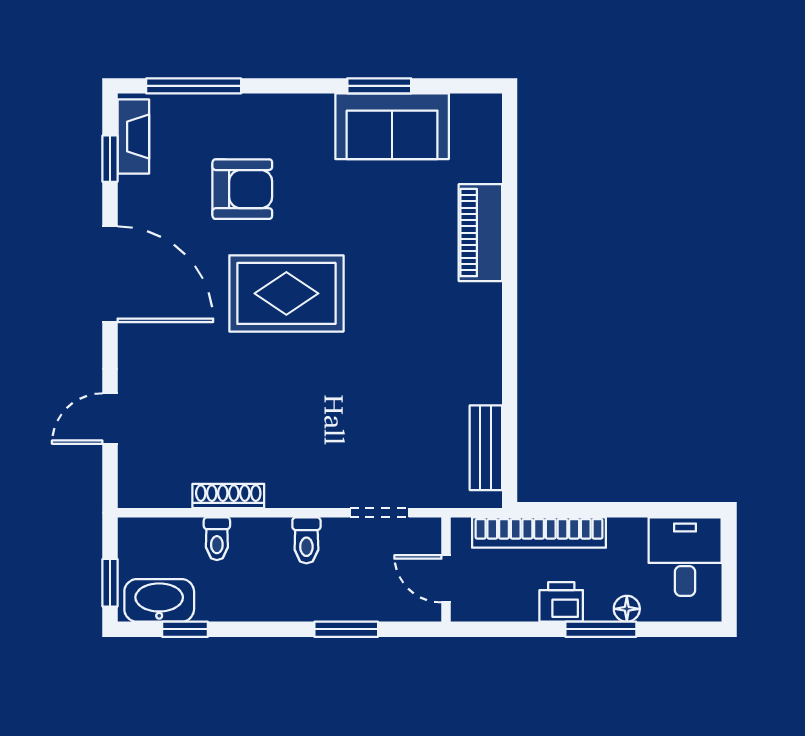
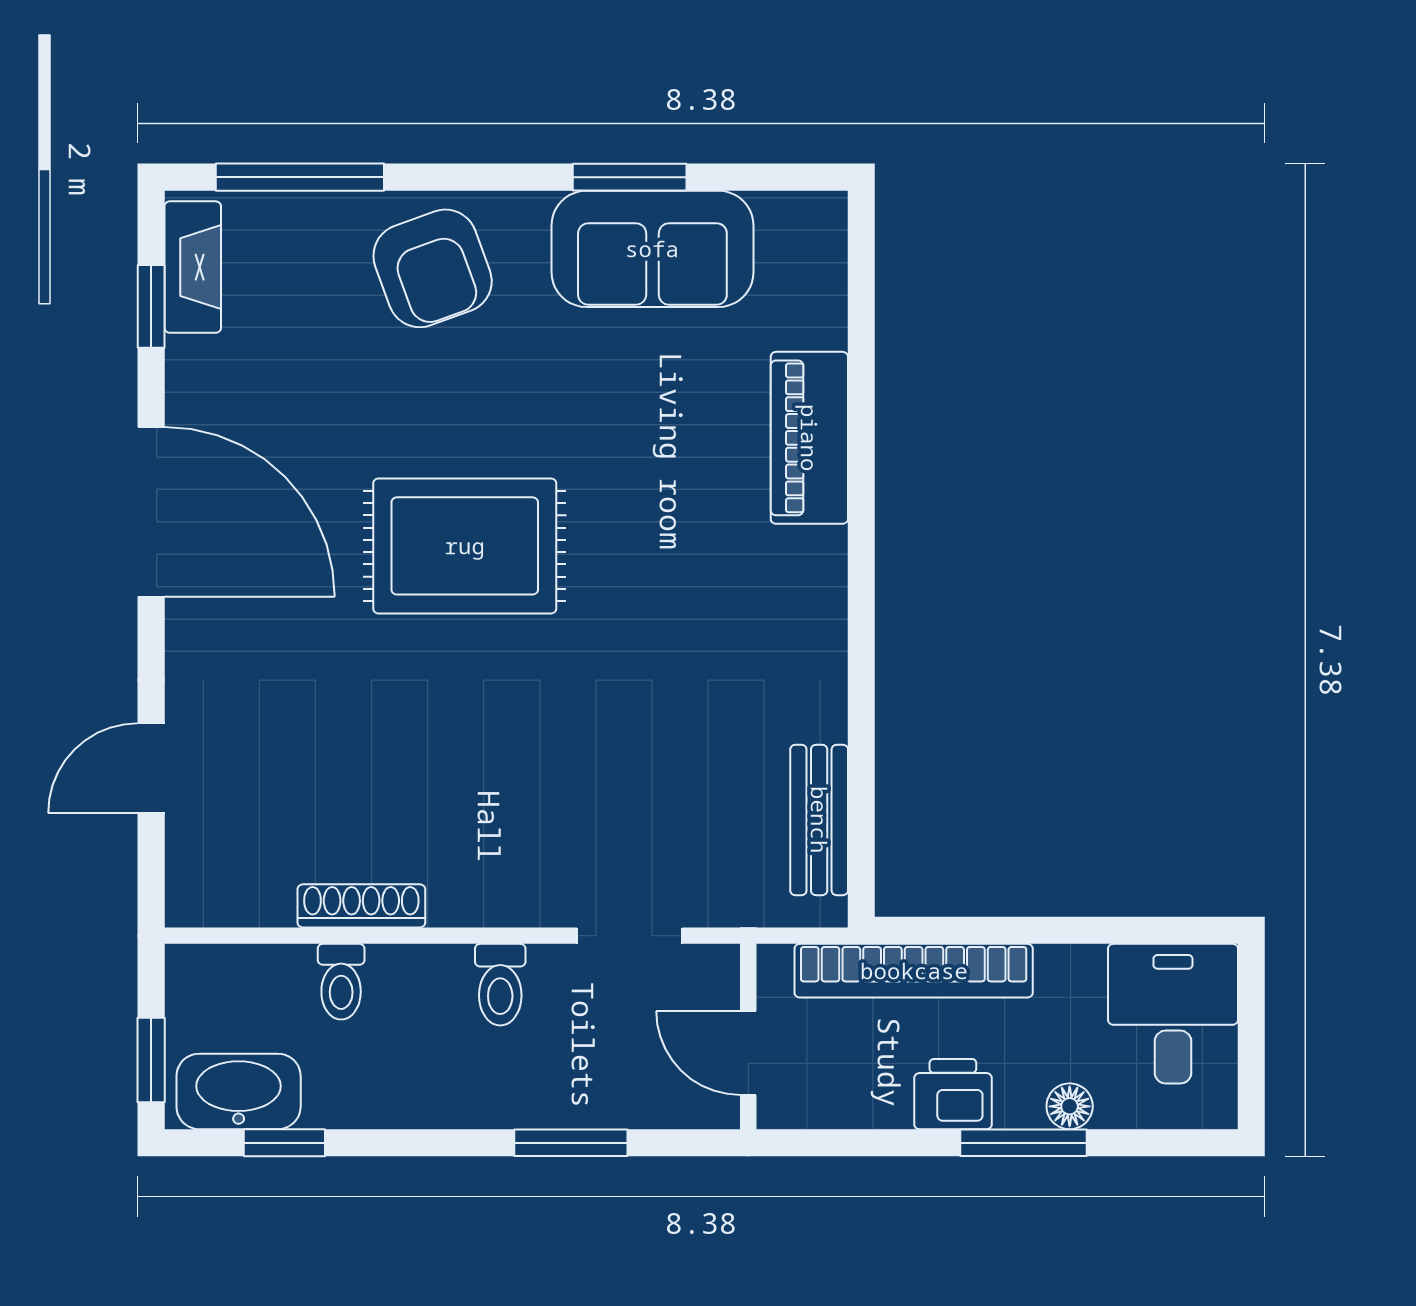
armchair: (242, 189) -> (433, 268), moved, turned 70

